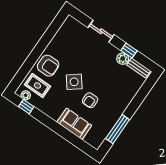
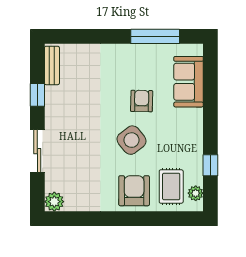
plant: (123, 59) -> (54, 202), moved
armchair: (90, 100) -> (142, 101), turned -89
window: (26, 107) -> (210, 165), moved
sofa: (74, 124) -> (189, 82), moved

